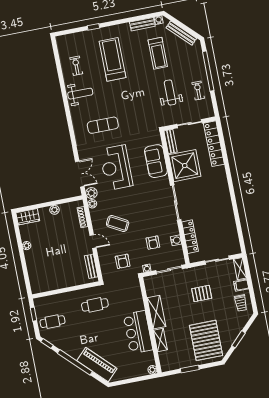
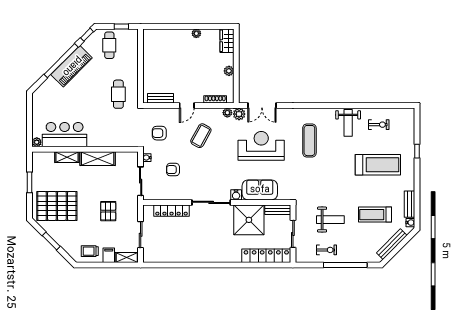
water cooler: (176, 240) -> (236, 195), moved
bar counter: (138, 332) -> (65, 135), moved
piano: (97, 365) -> (72, 66), moved

